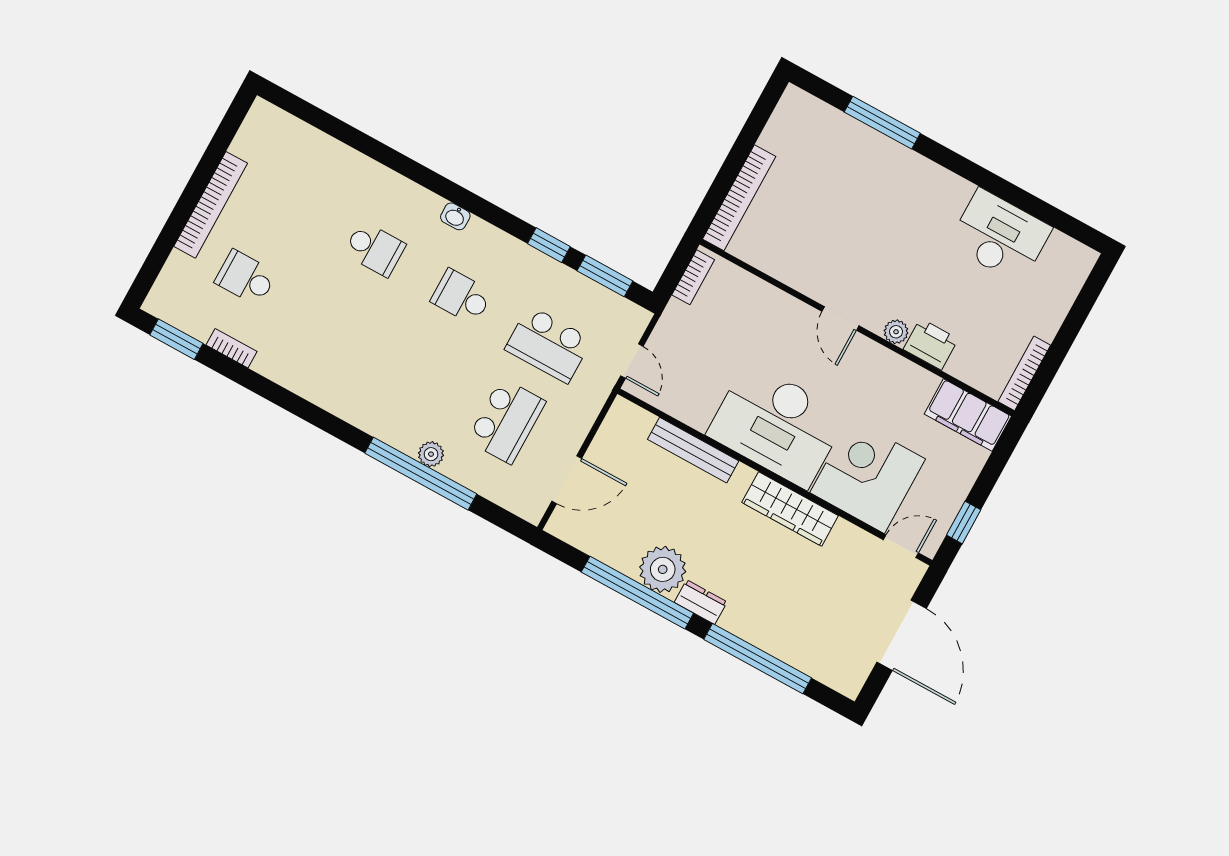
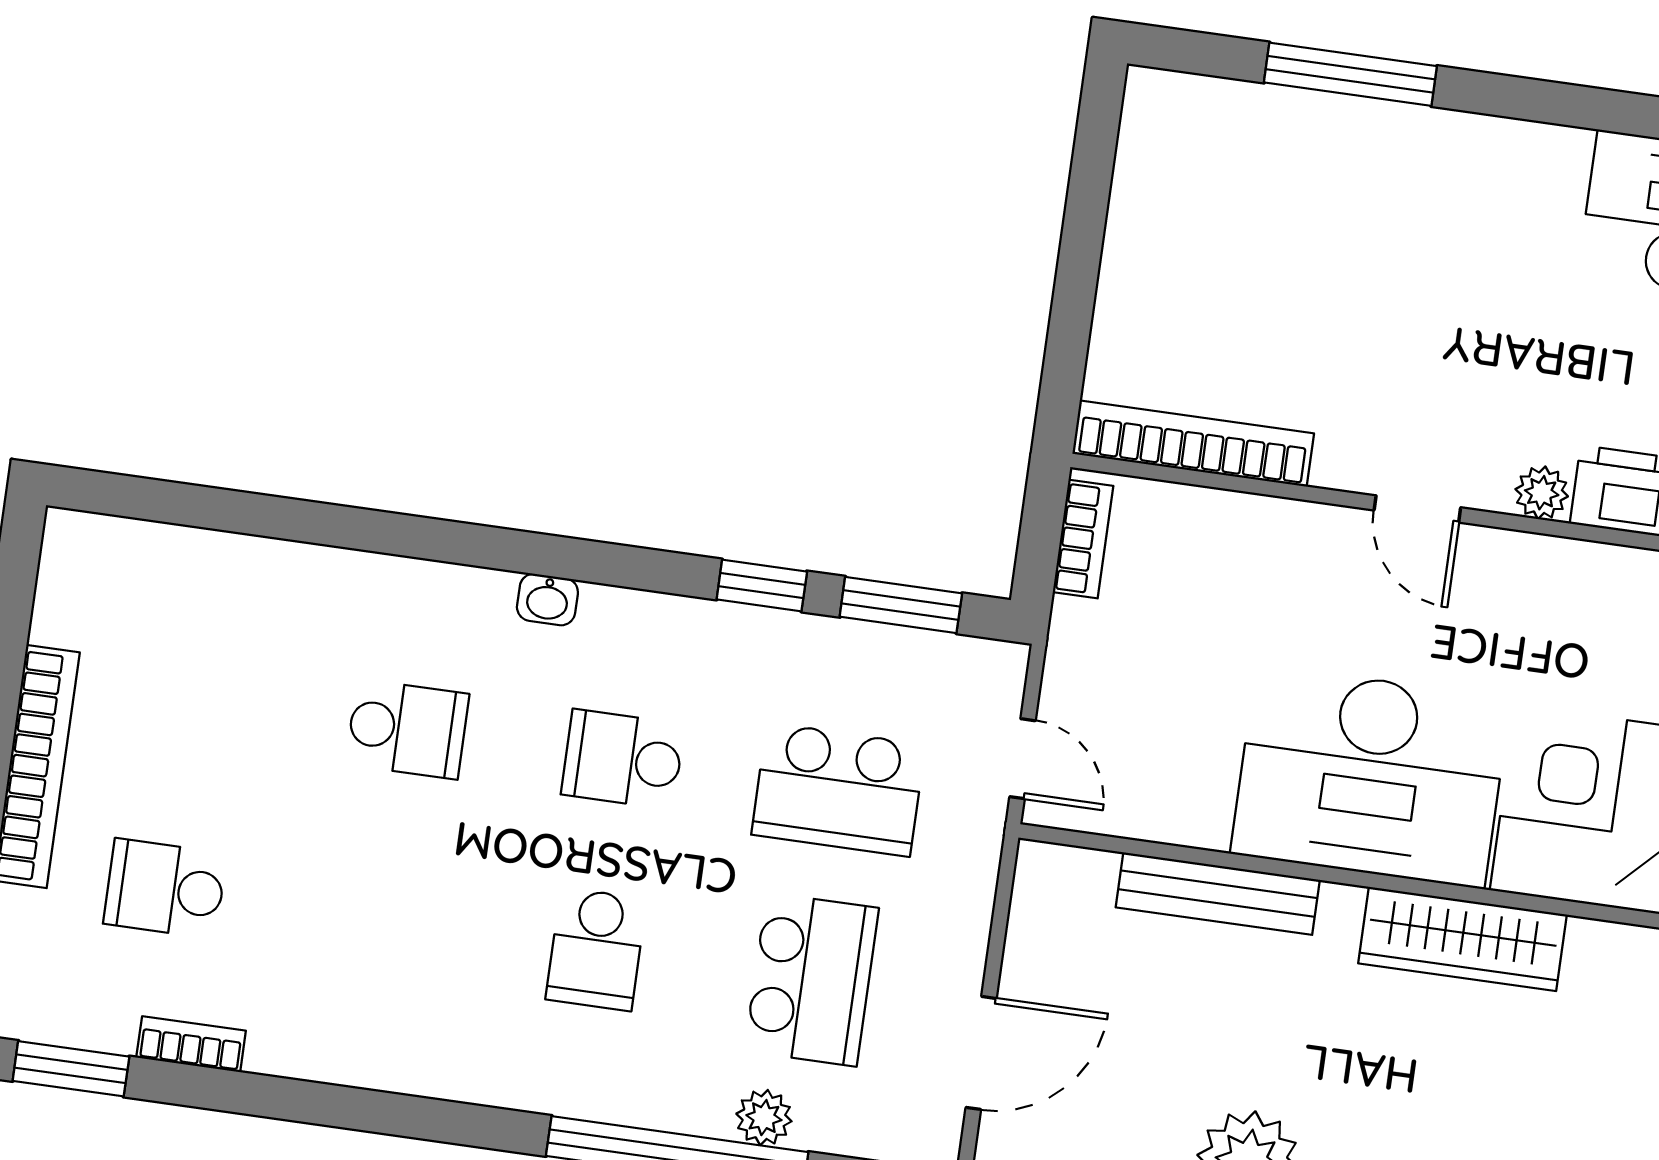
bookcase: (739, 198) -> (1193, 444), moved, turned -90
school desk: (419, 373) -> (596, 949), added
plant: (431, 454) -> (764, 1118), moved

